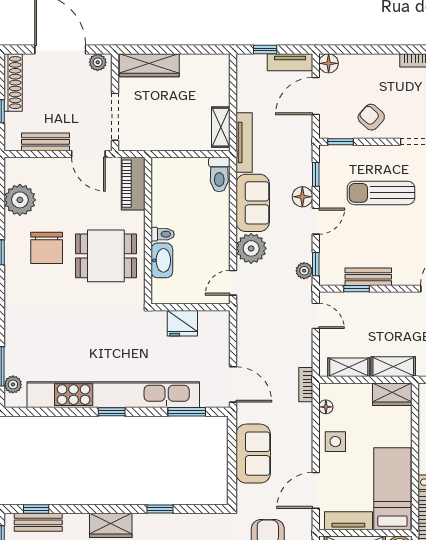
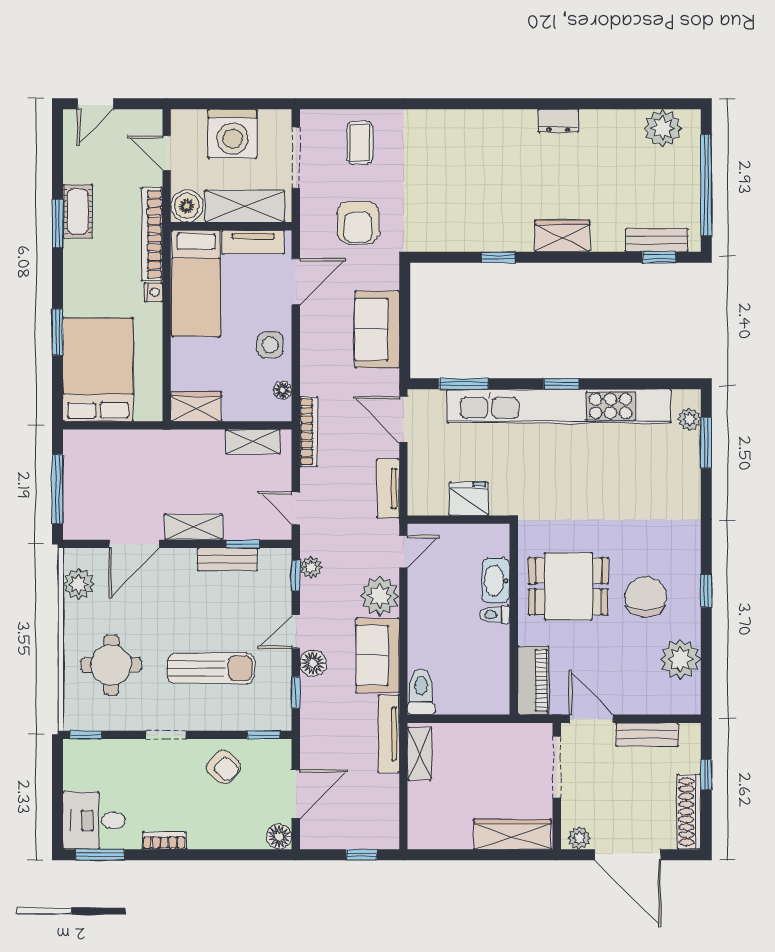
tv unit: (290, 62) -> (388, 488), moved, turned -90
shelving: (393, 367) -> (194, 527), moved
bookcase: (306, 385) -> (309, 432), width x1.56

